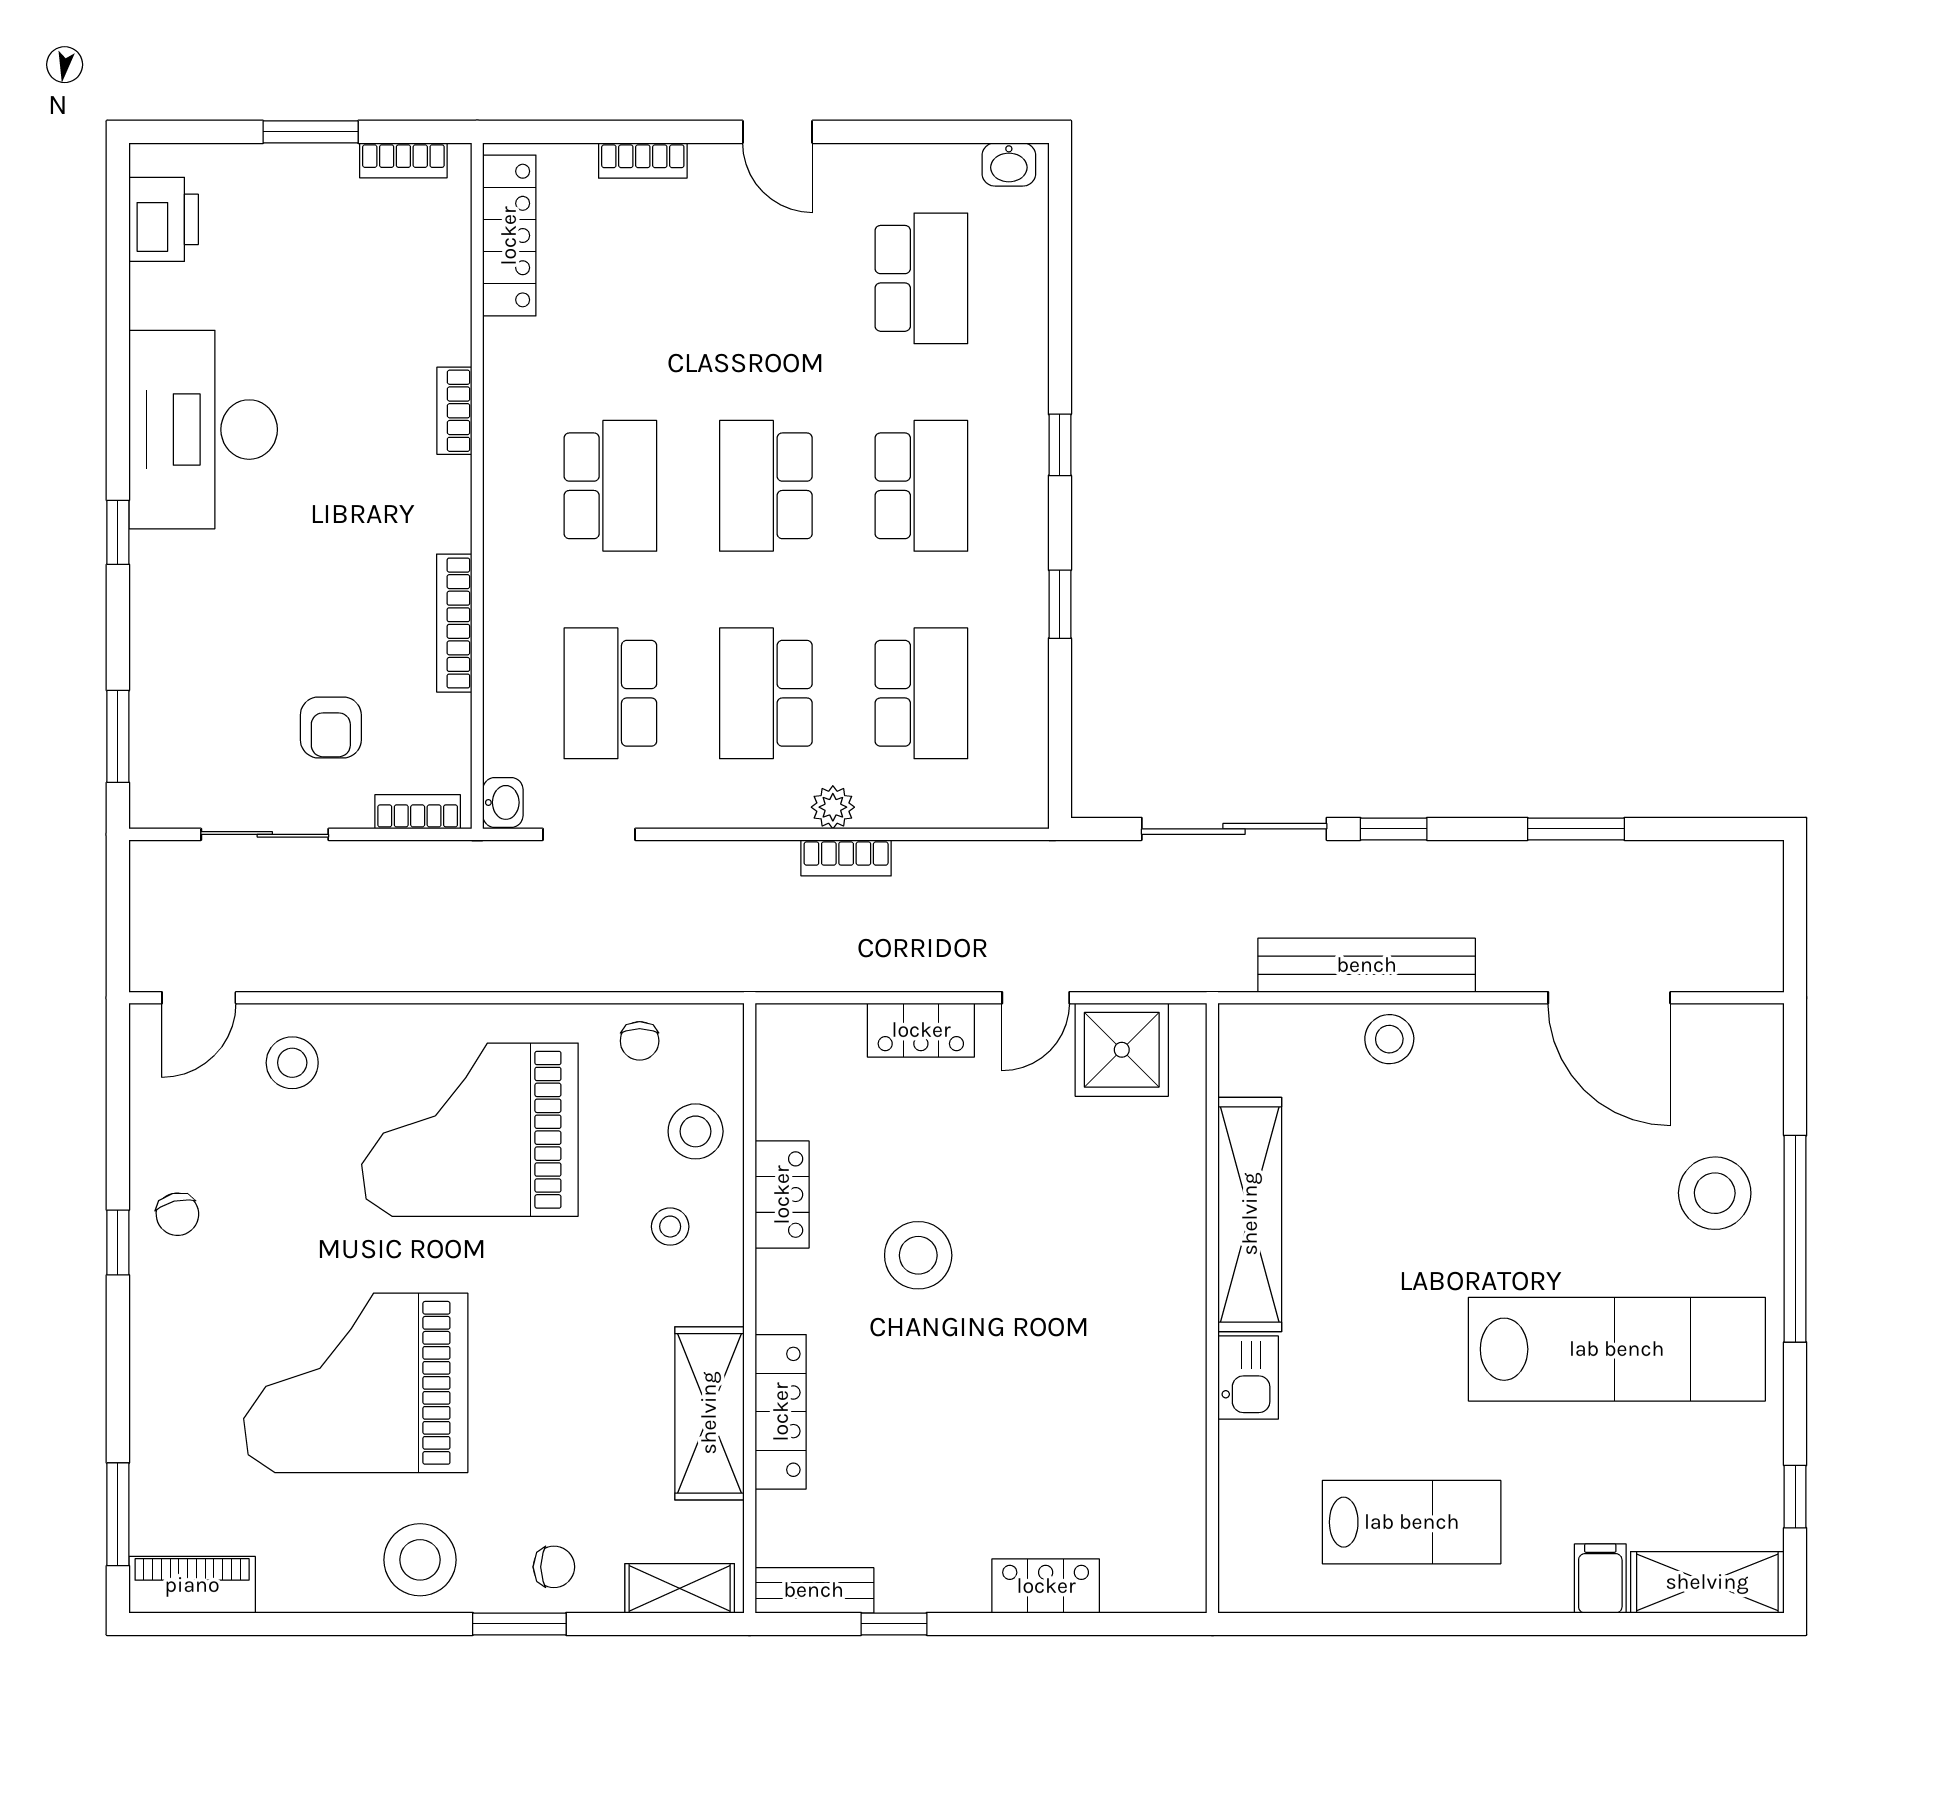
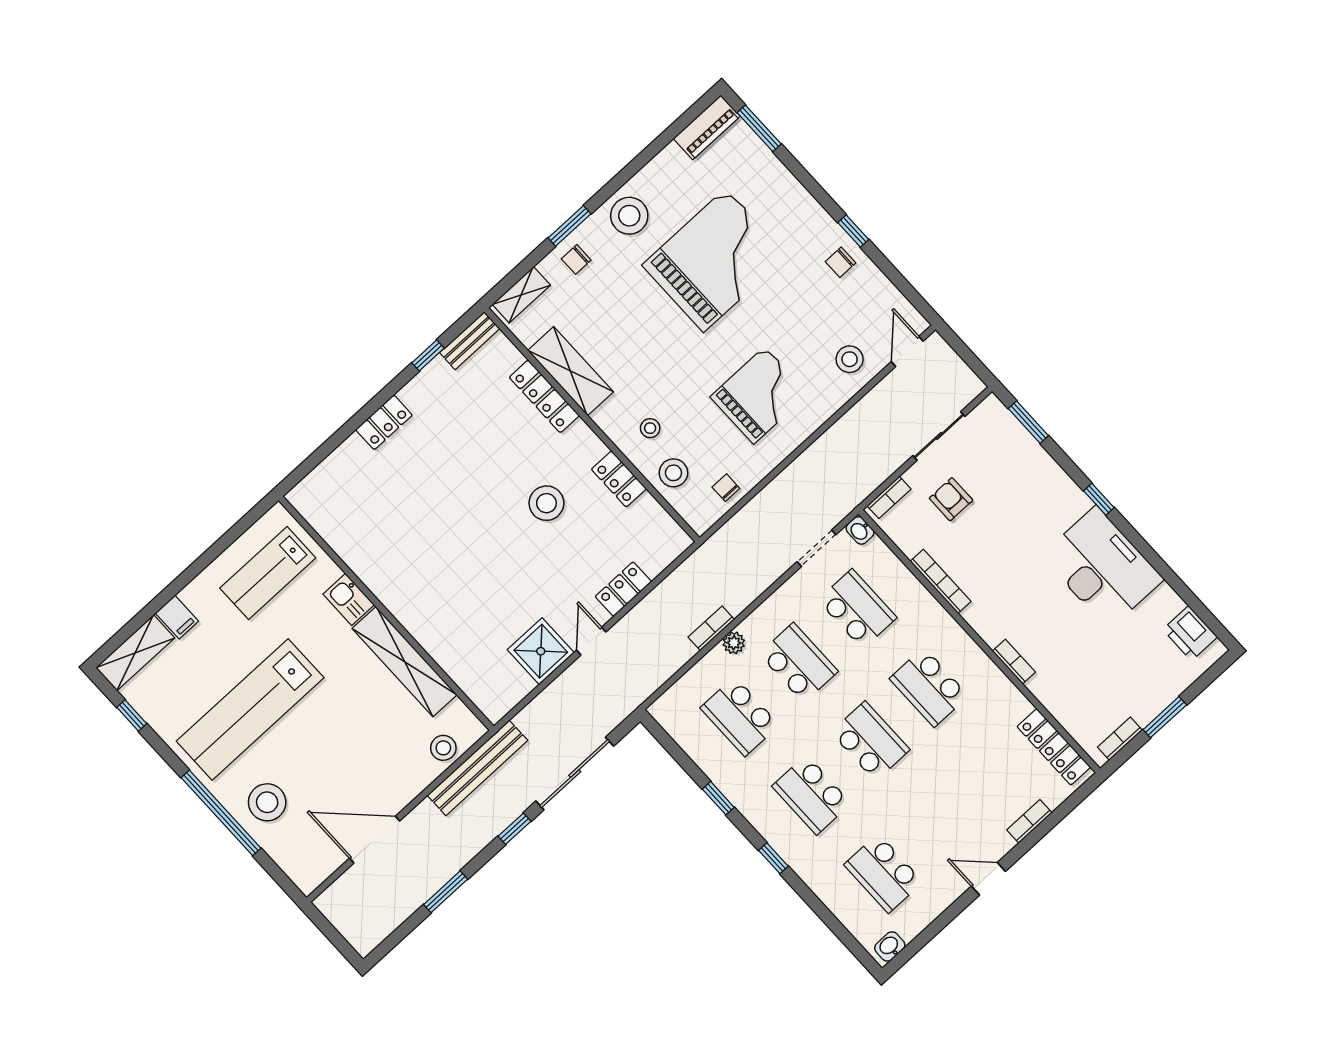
grand piano: (470, 1130) -> (759, 395), width x0.73, depth x0.68
chair: (177, 1214) -> (840, 262), turned -76
shelving: (1250, 1214) -> (404, 662), moved
wall: (1212, 1308) -> (386, 613), moved
kitchen sink: (1248, 1378) -> (349, 599), moved

